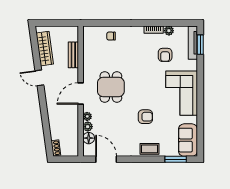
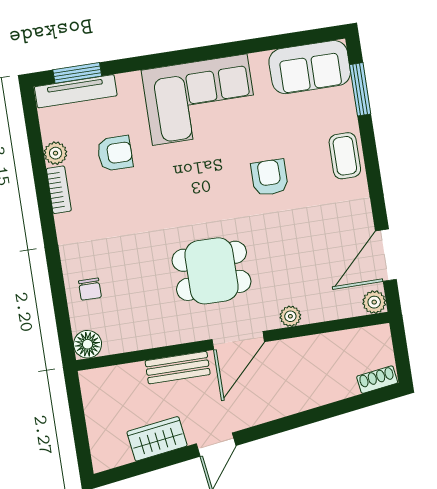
wardrobe: (45, 49) -> (157, 439), width x0.67
bench: (73, 55) -> (178, 368), moved
door: (81, 94) -> (238, 341), hinge flipped
plant: (88, 127) -> (374, 302), moved
floor lamp: (89, 138) -> (88, 344), moved

